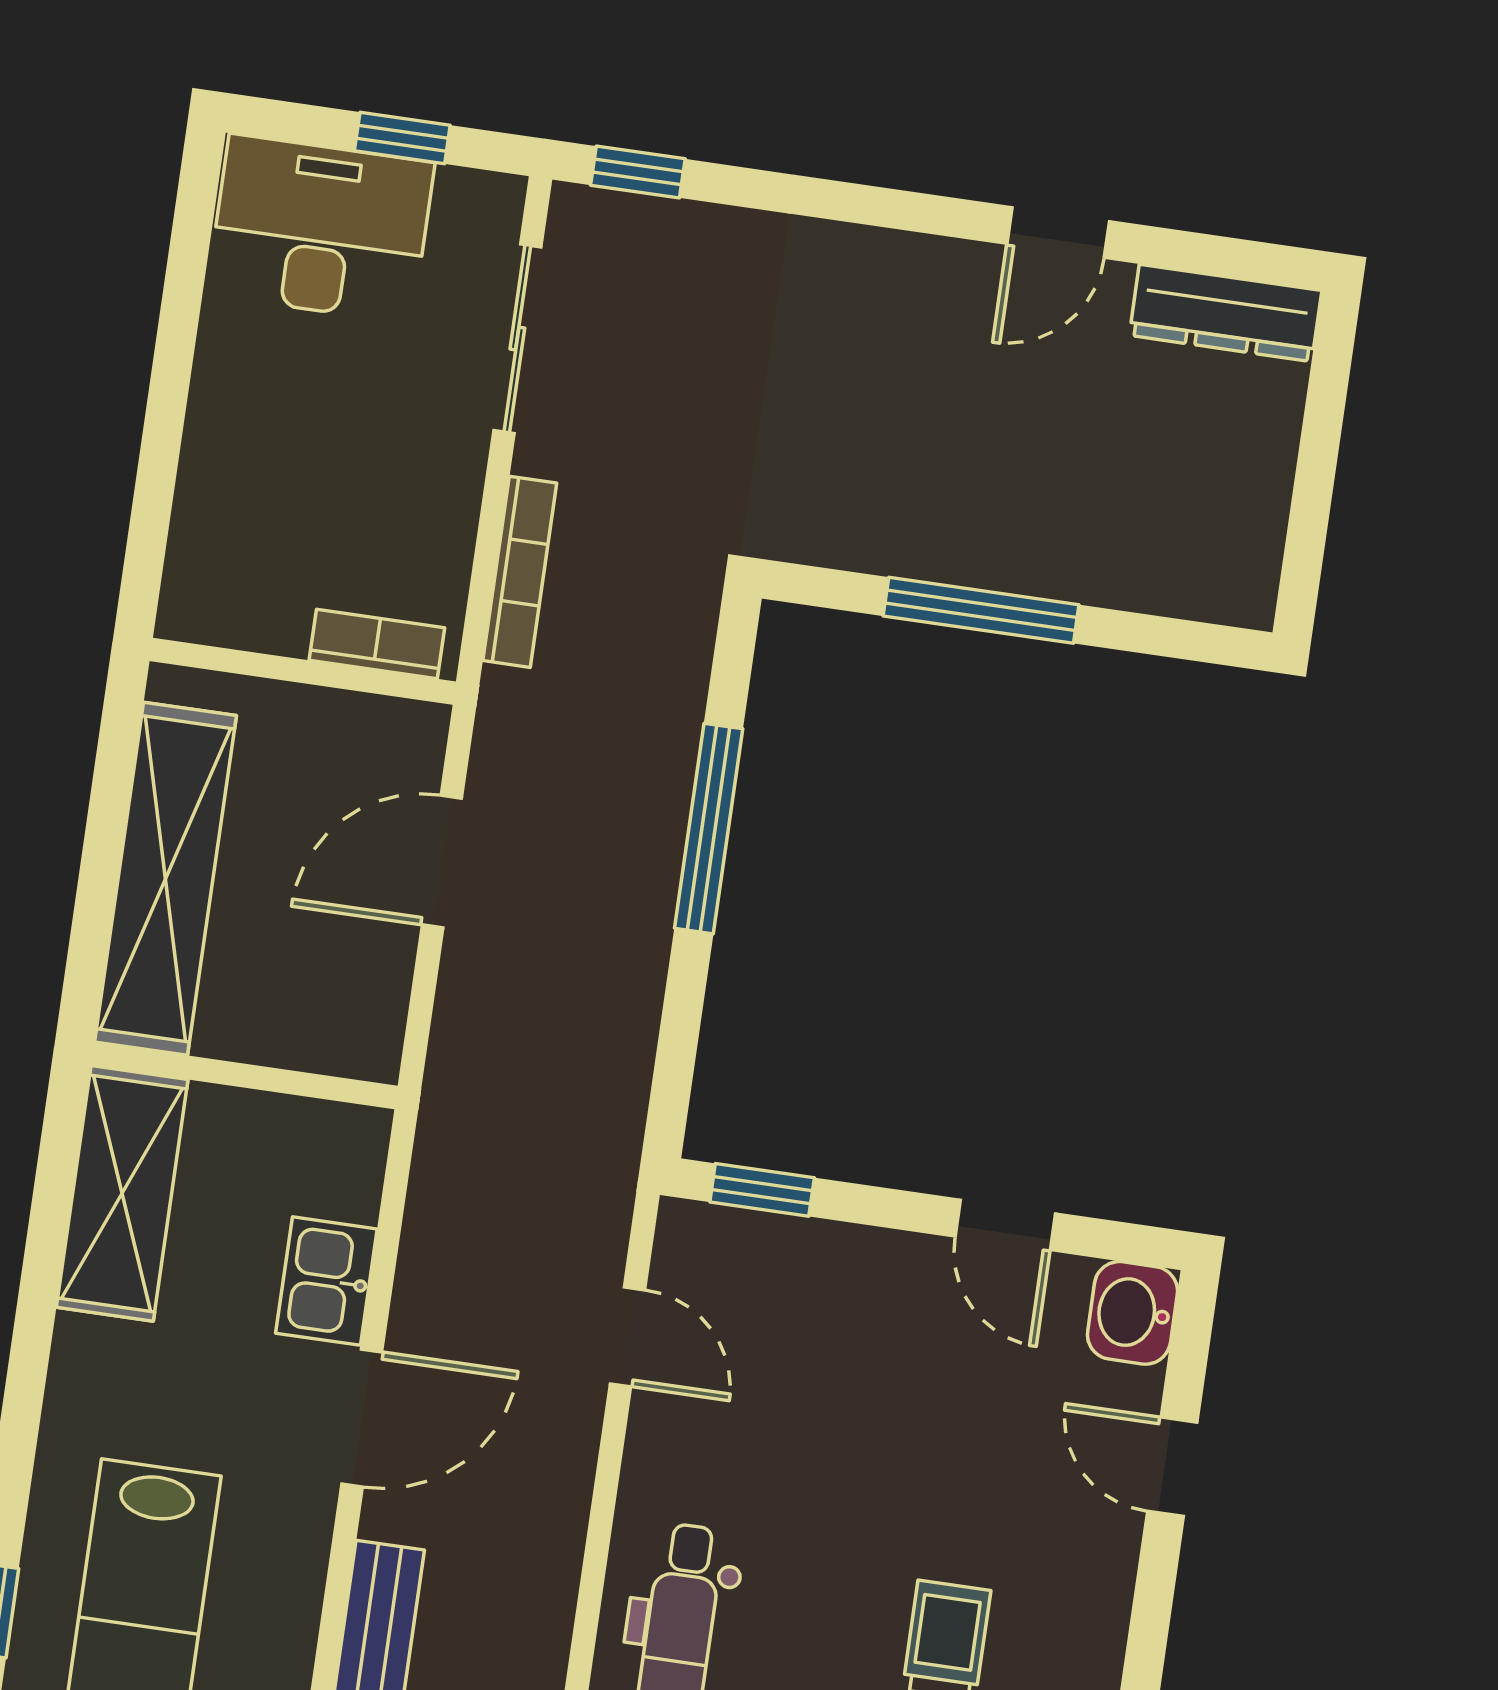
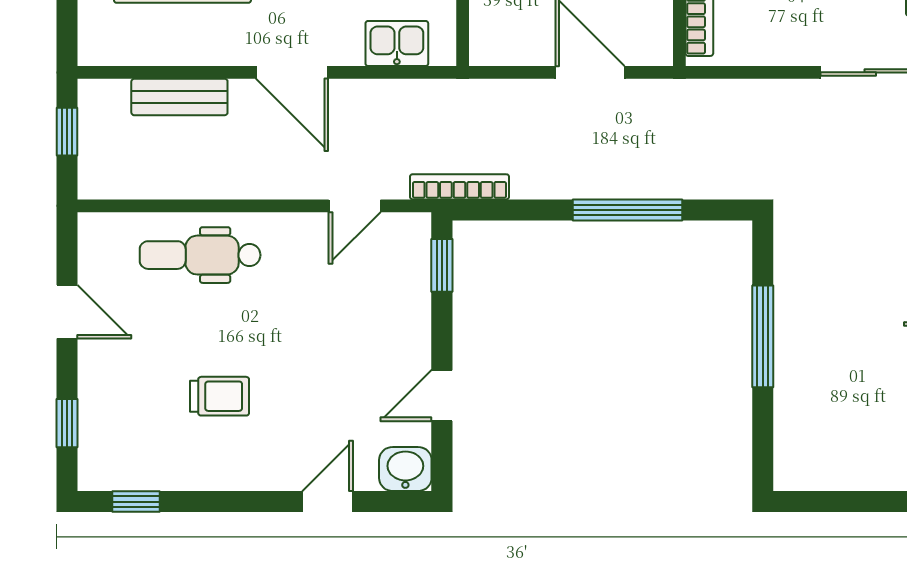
bookcase: (520, 572) -> (460, 187), moved, turned 180
kitchen sink: (326, 1281) -> (397, 44), moved

